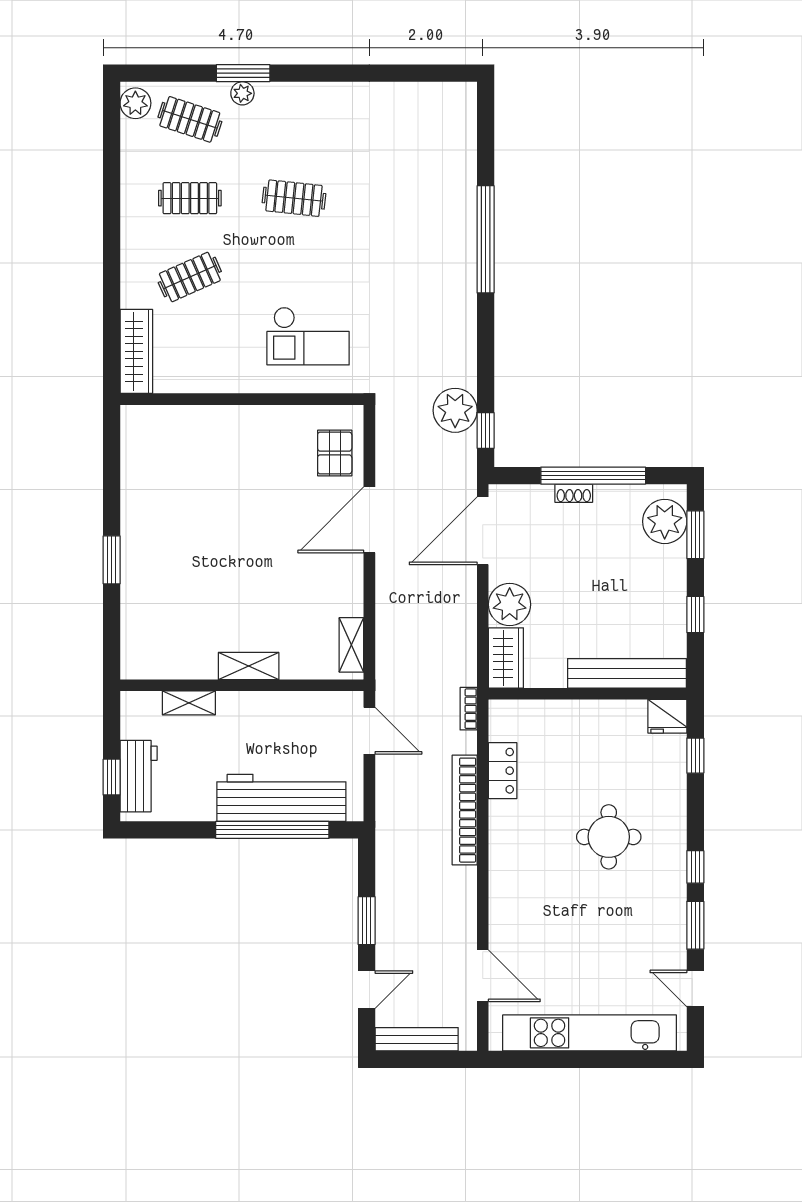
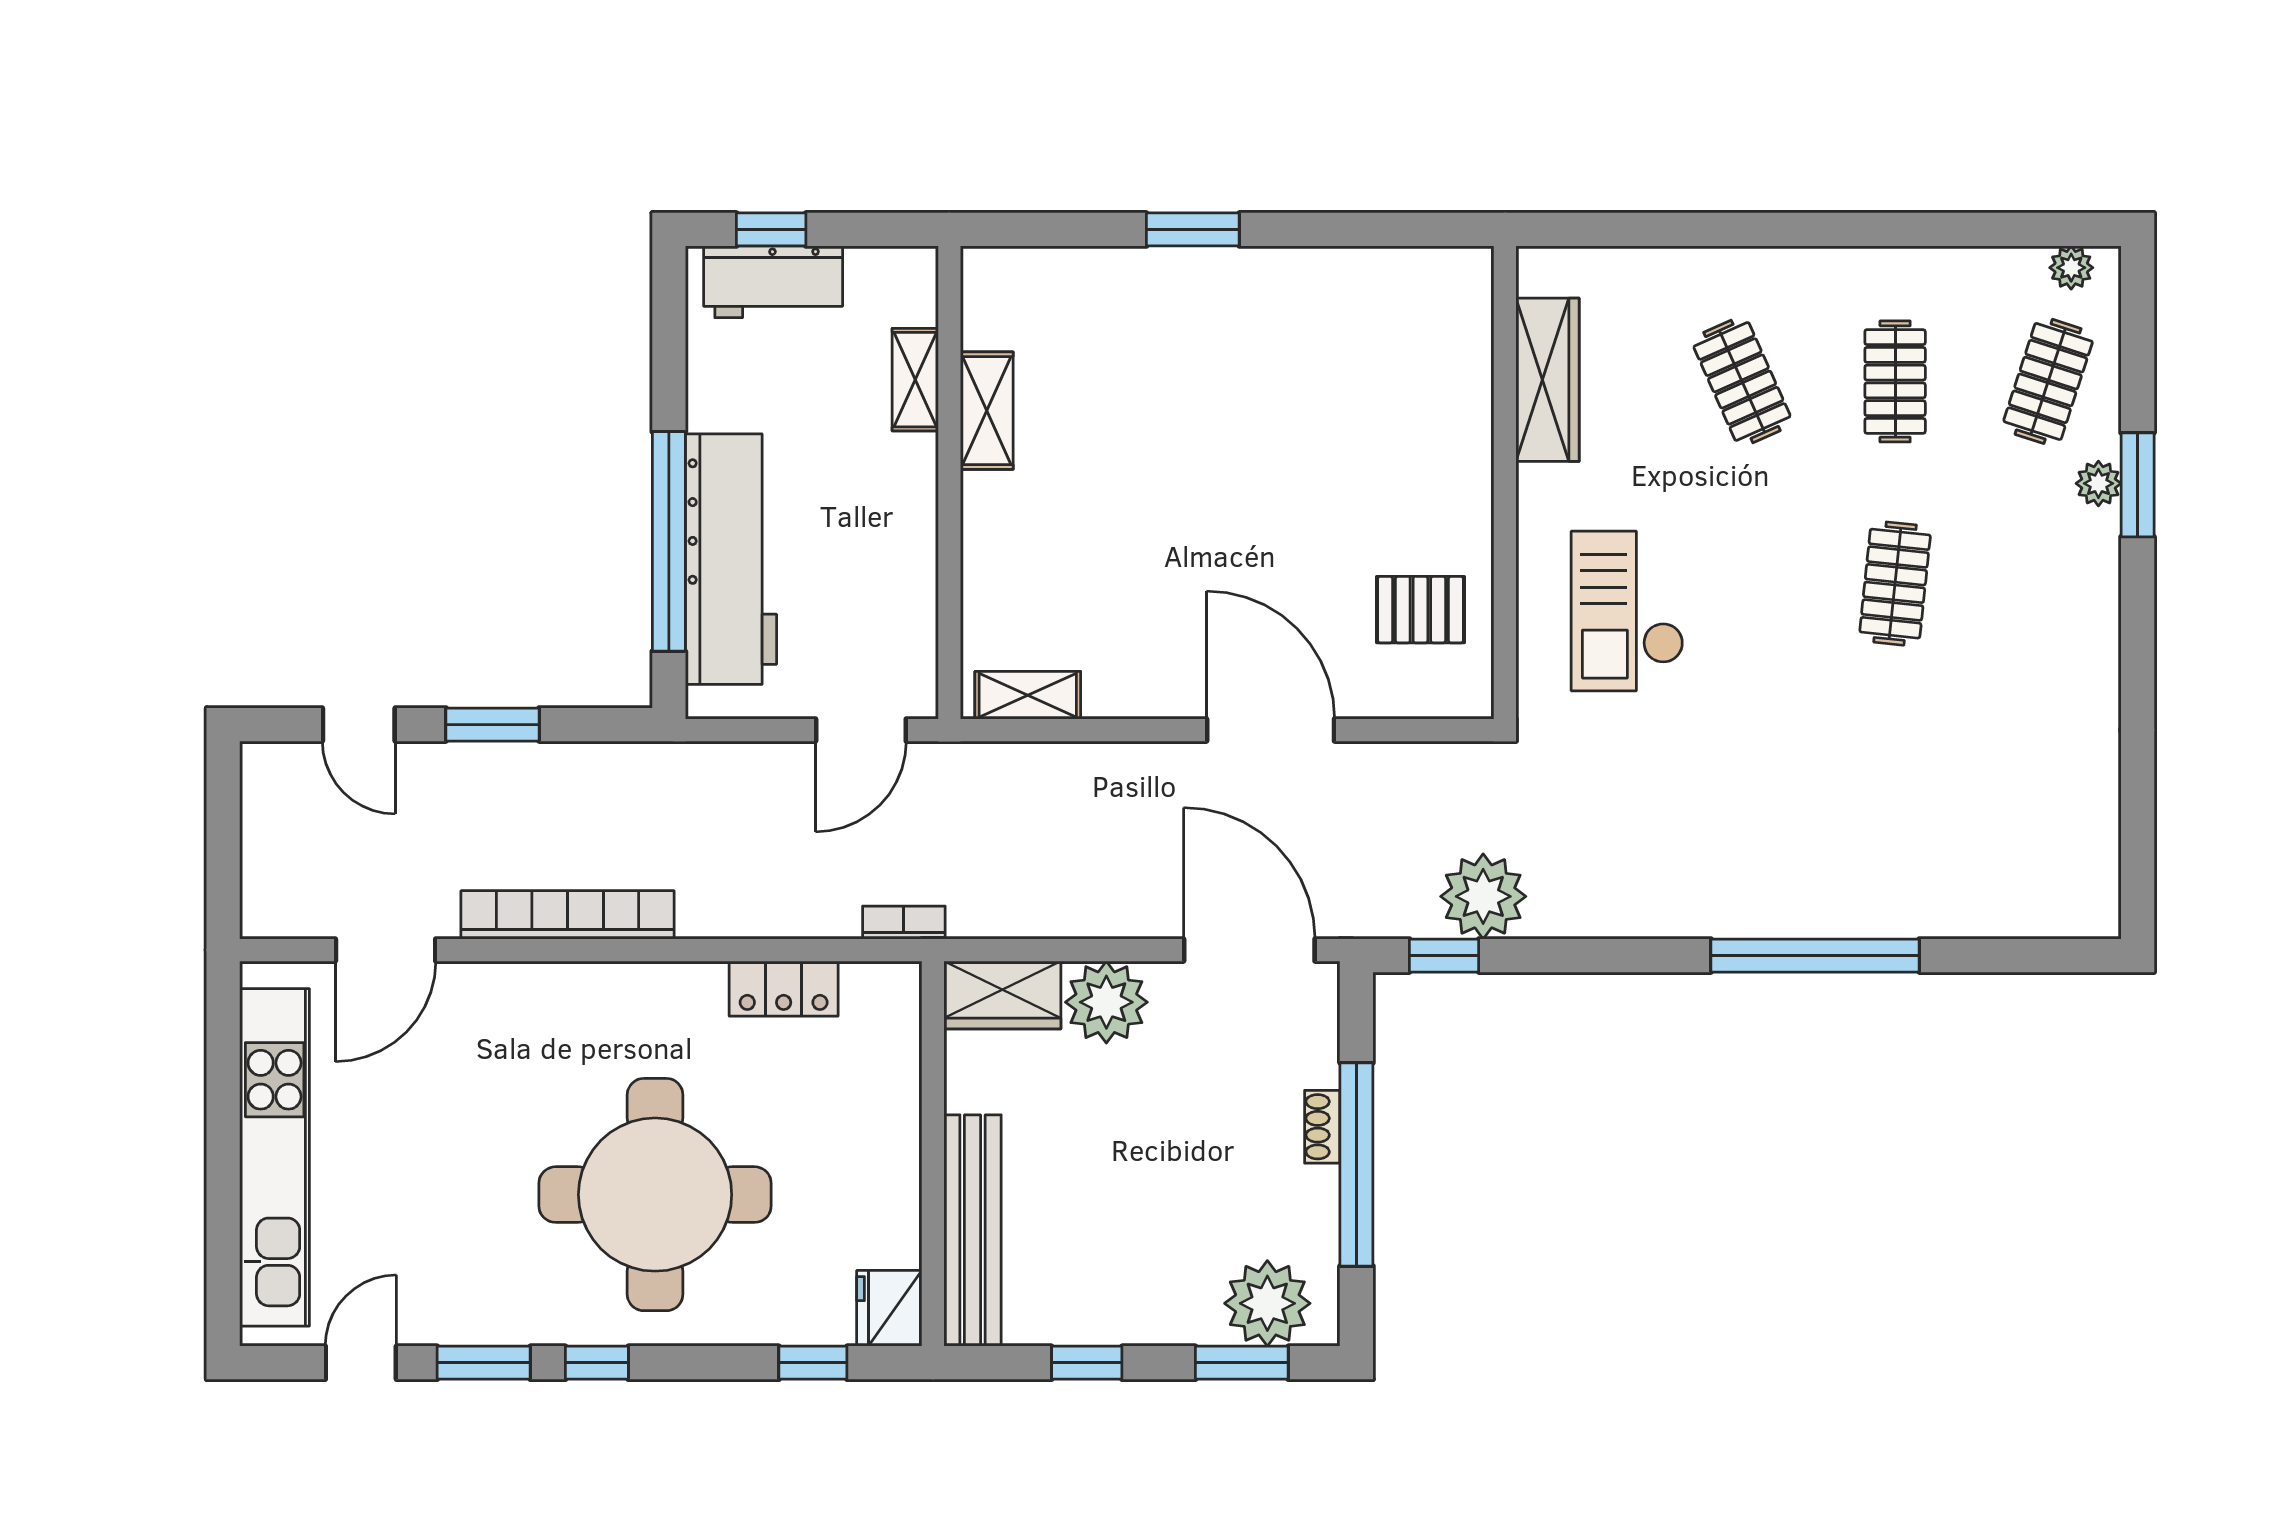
plant: (135, 103) -> (2071, 268), width x0.73, depth x0.73
wardrobe: (136, 351) -> (1548, 380), moved, turned -90
pallet: (335, 453) -> (1420, 610), moved
shelving: (249, 666) -> (987, 411), moved
bookcase: (465, 810) -> (567, 915), moved
round table: (609, 837) -> (655, 1195), width x1.86, depth x1.86
bench: (417, 1039) -> (262, 822), removed

